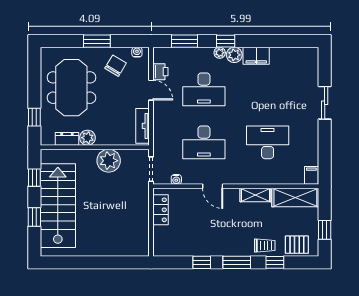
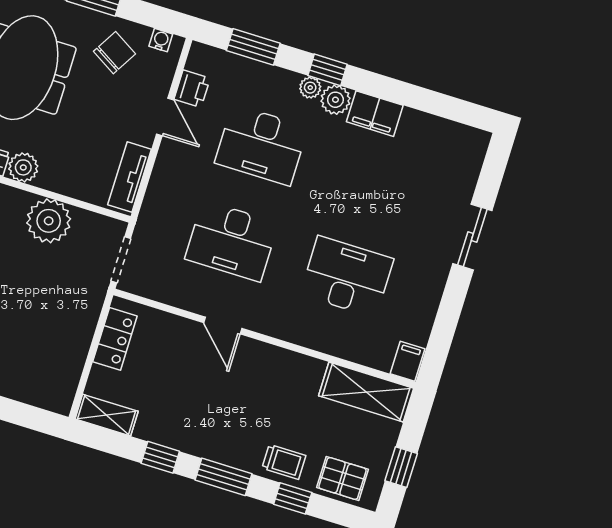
water cooler: (176, 179) -> (161, 293), removed
shelving: (255, 195) -> (107, 415), moved

